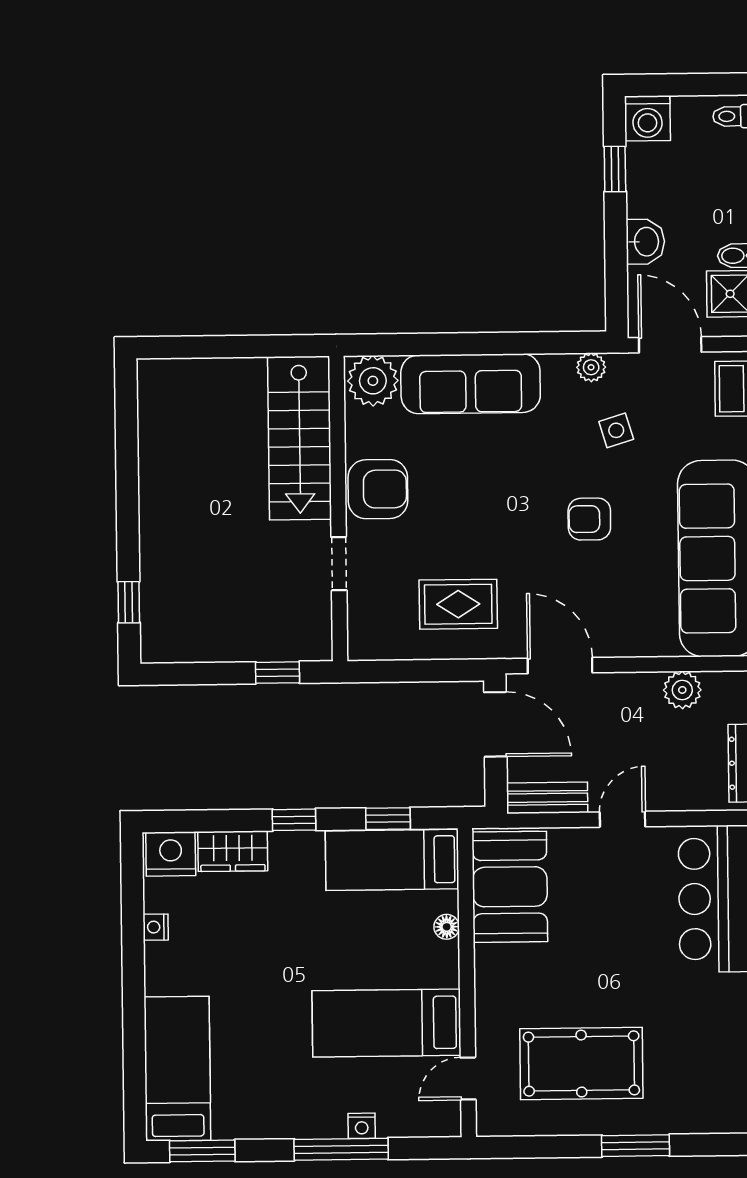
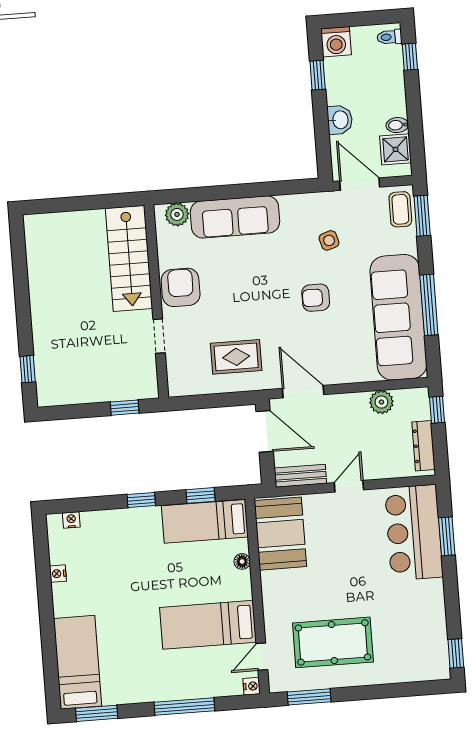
plant: (591, 367) -> (311, 202), removed
plant: (373, 381) -> (177, 214), width x0.73, depth x0.73
armchair: (378, 489) -> (181, 287), turned -90
wardrobe: (233, 851) -> (104, 522), removed
nightstand: (171, 854) -> (71, 520), width x0.53, depth x0.56
nightstand: (362, 1126) -> (252, 686), moved, turned -90
window: (636, 1146) -> (309, 697), moved

